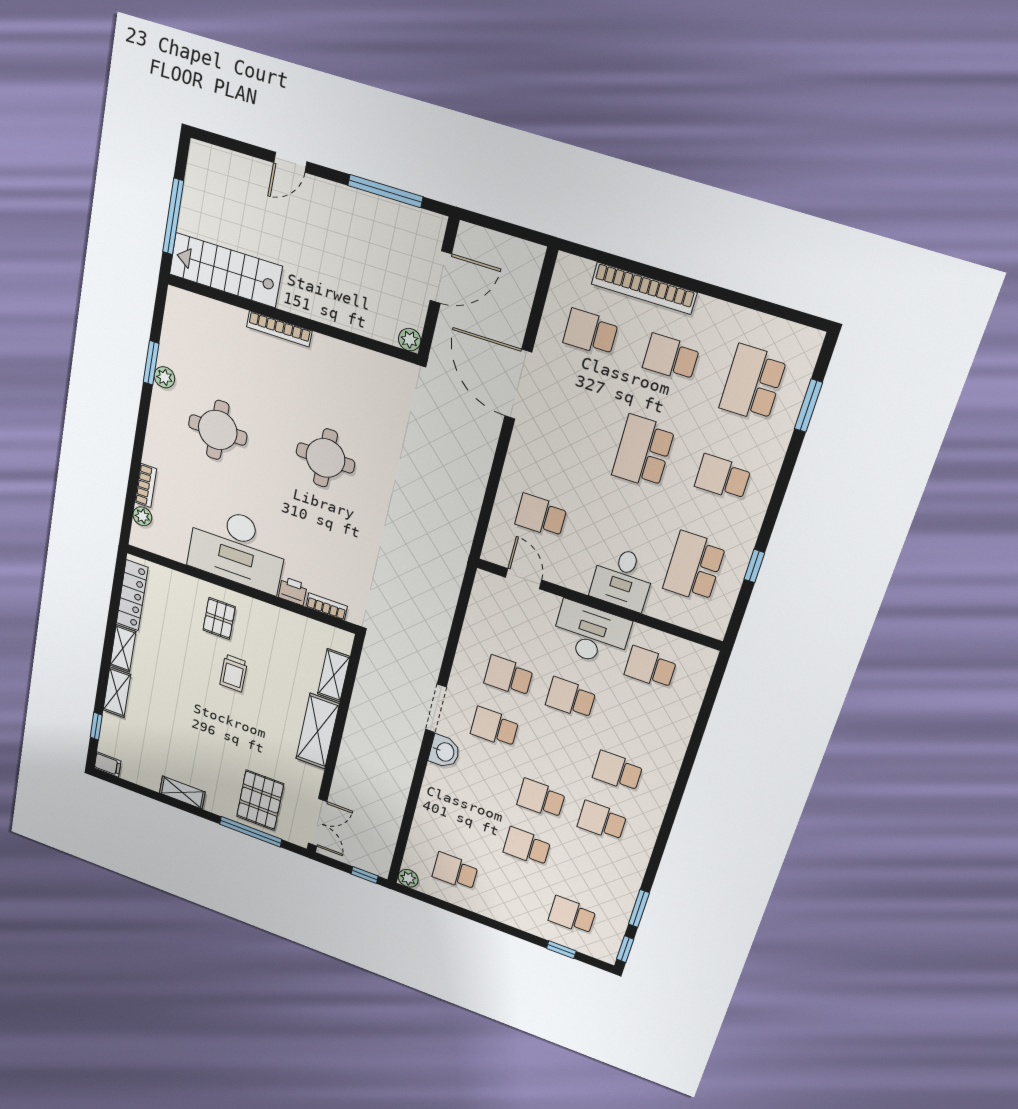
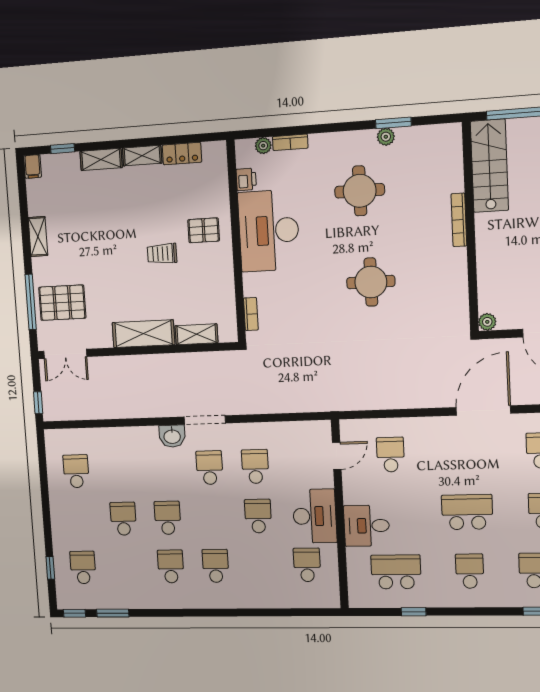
printer: (293, 591) -> (246, 179), moved
locker: (132, 595) -> (182, 154), width x0.66
plant: (408, 878) -> (52, 437), removed

